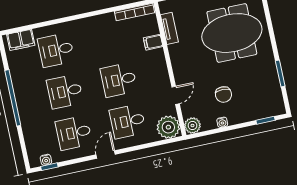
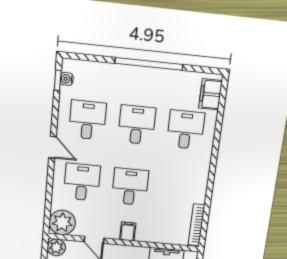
filing cabinet: (153, 42) -> (128, 231), moved

